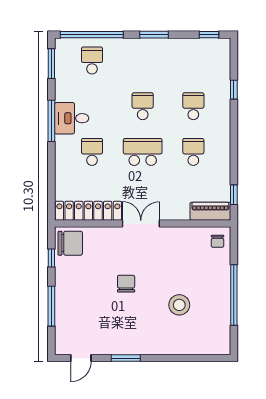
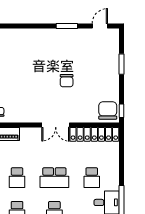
chair: (70, 243) -> (108, 110), turned 90
window: (51, 258) -> (122, 111), moved
stool: (179, 305) -> (27, 65), removed
window: (51, 306) -> (122, 64), width x0.69

